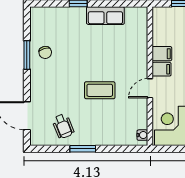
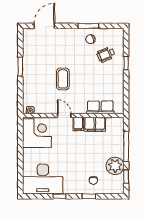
row of seats: (105, 16) -> (100, 107), moved, turned 90
filing cabinet: (162, 54) -> (95, 124), width x2.00
wheelchair: (63, 126) -> (106, 54), moved

